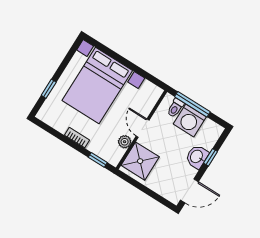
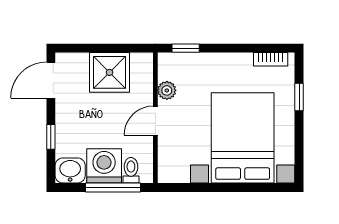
door: (143, 128) -> (155, 121), swing flipped
bookcase: (77, 138) -> (271, 59), moved
washbasin: (197, 157) -> (70, 170), moved, turned -90
shower: (140, 161) -> (109, 72), moved

